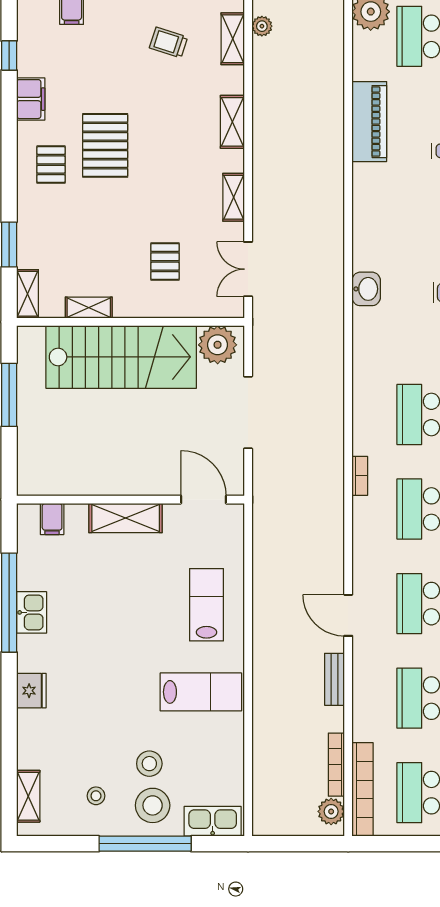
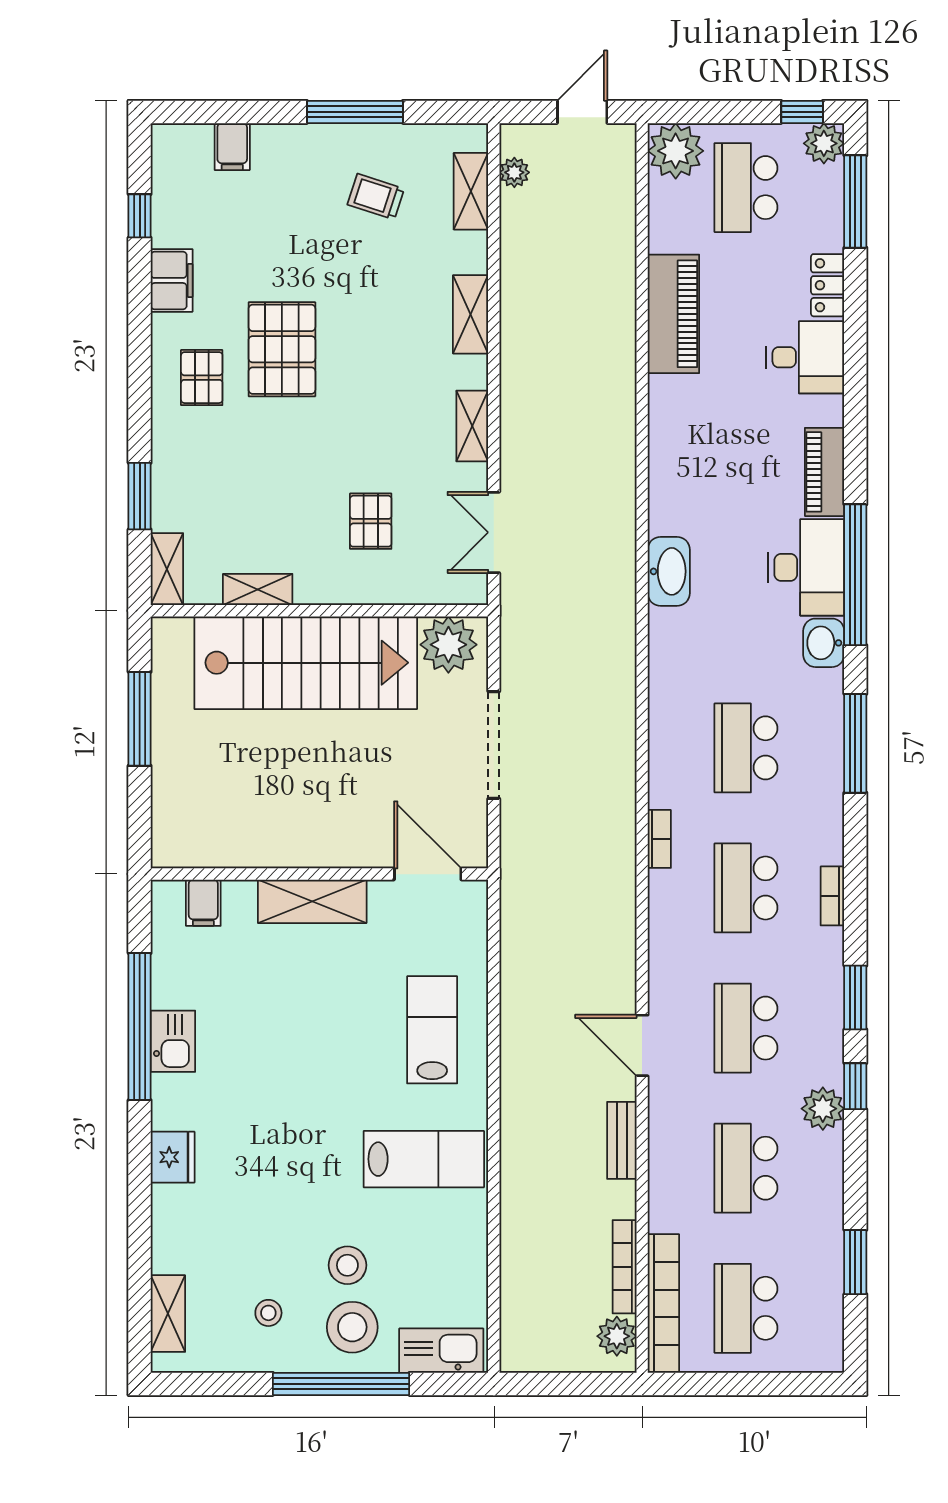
washbasin: (366, 289) -> (669, 571), width x1.38

